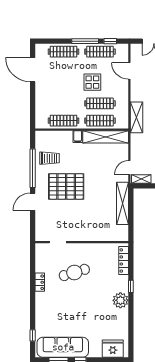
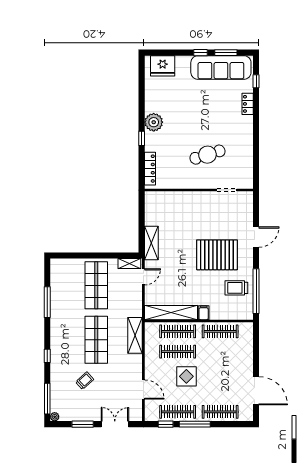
window: (33, 168) -> (256, 291), moved
shelving: (122, 203) -> (151, 243), width x0.68
locker: (40, 282) -> (248, 104), moved

